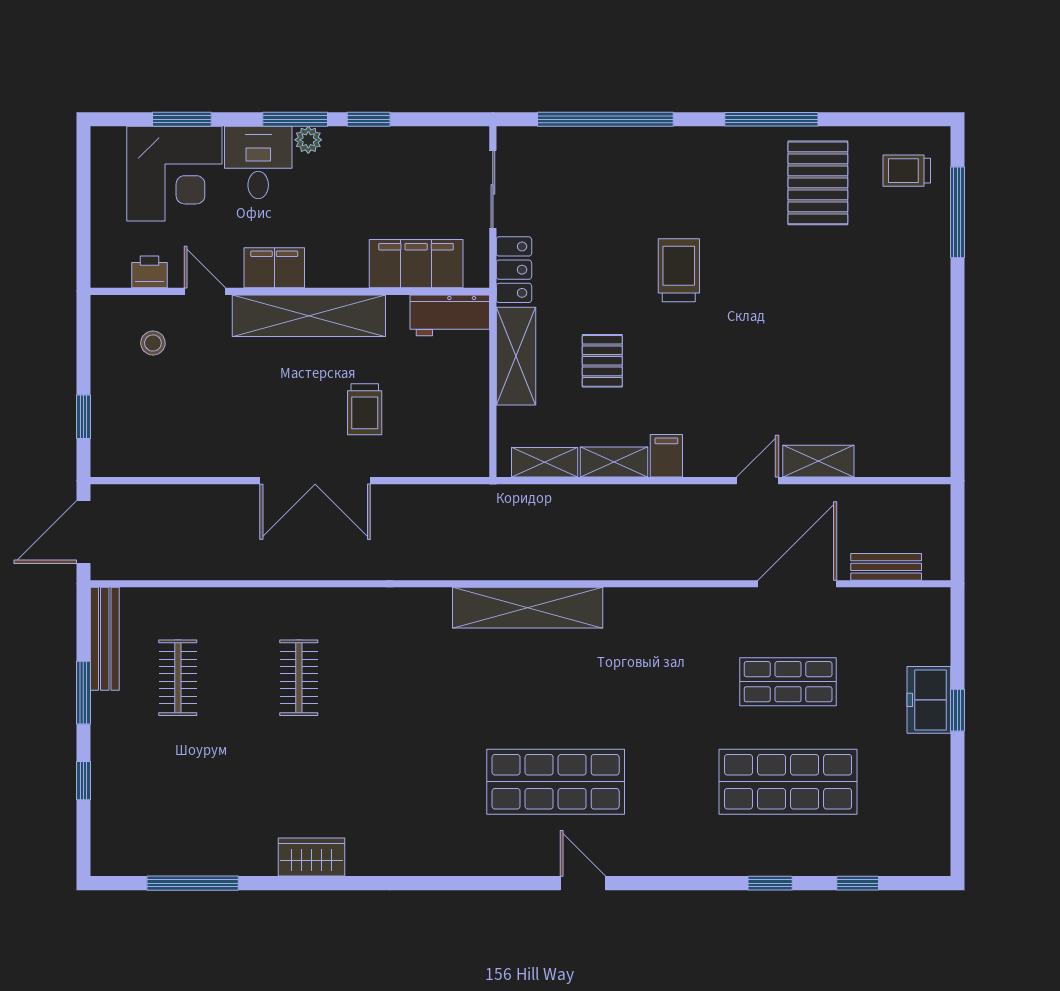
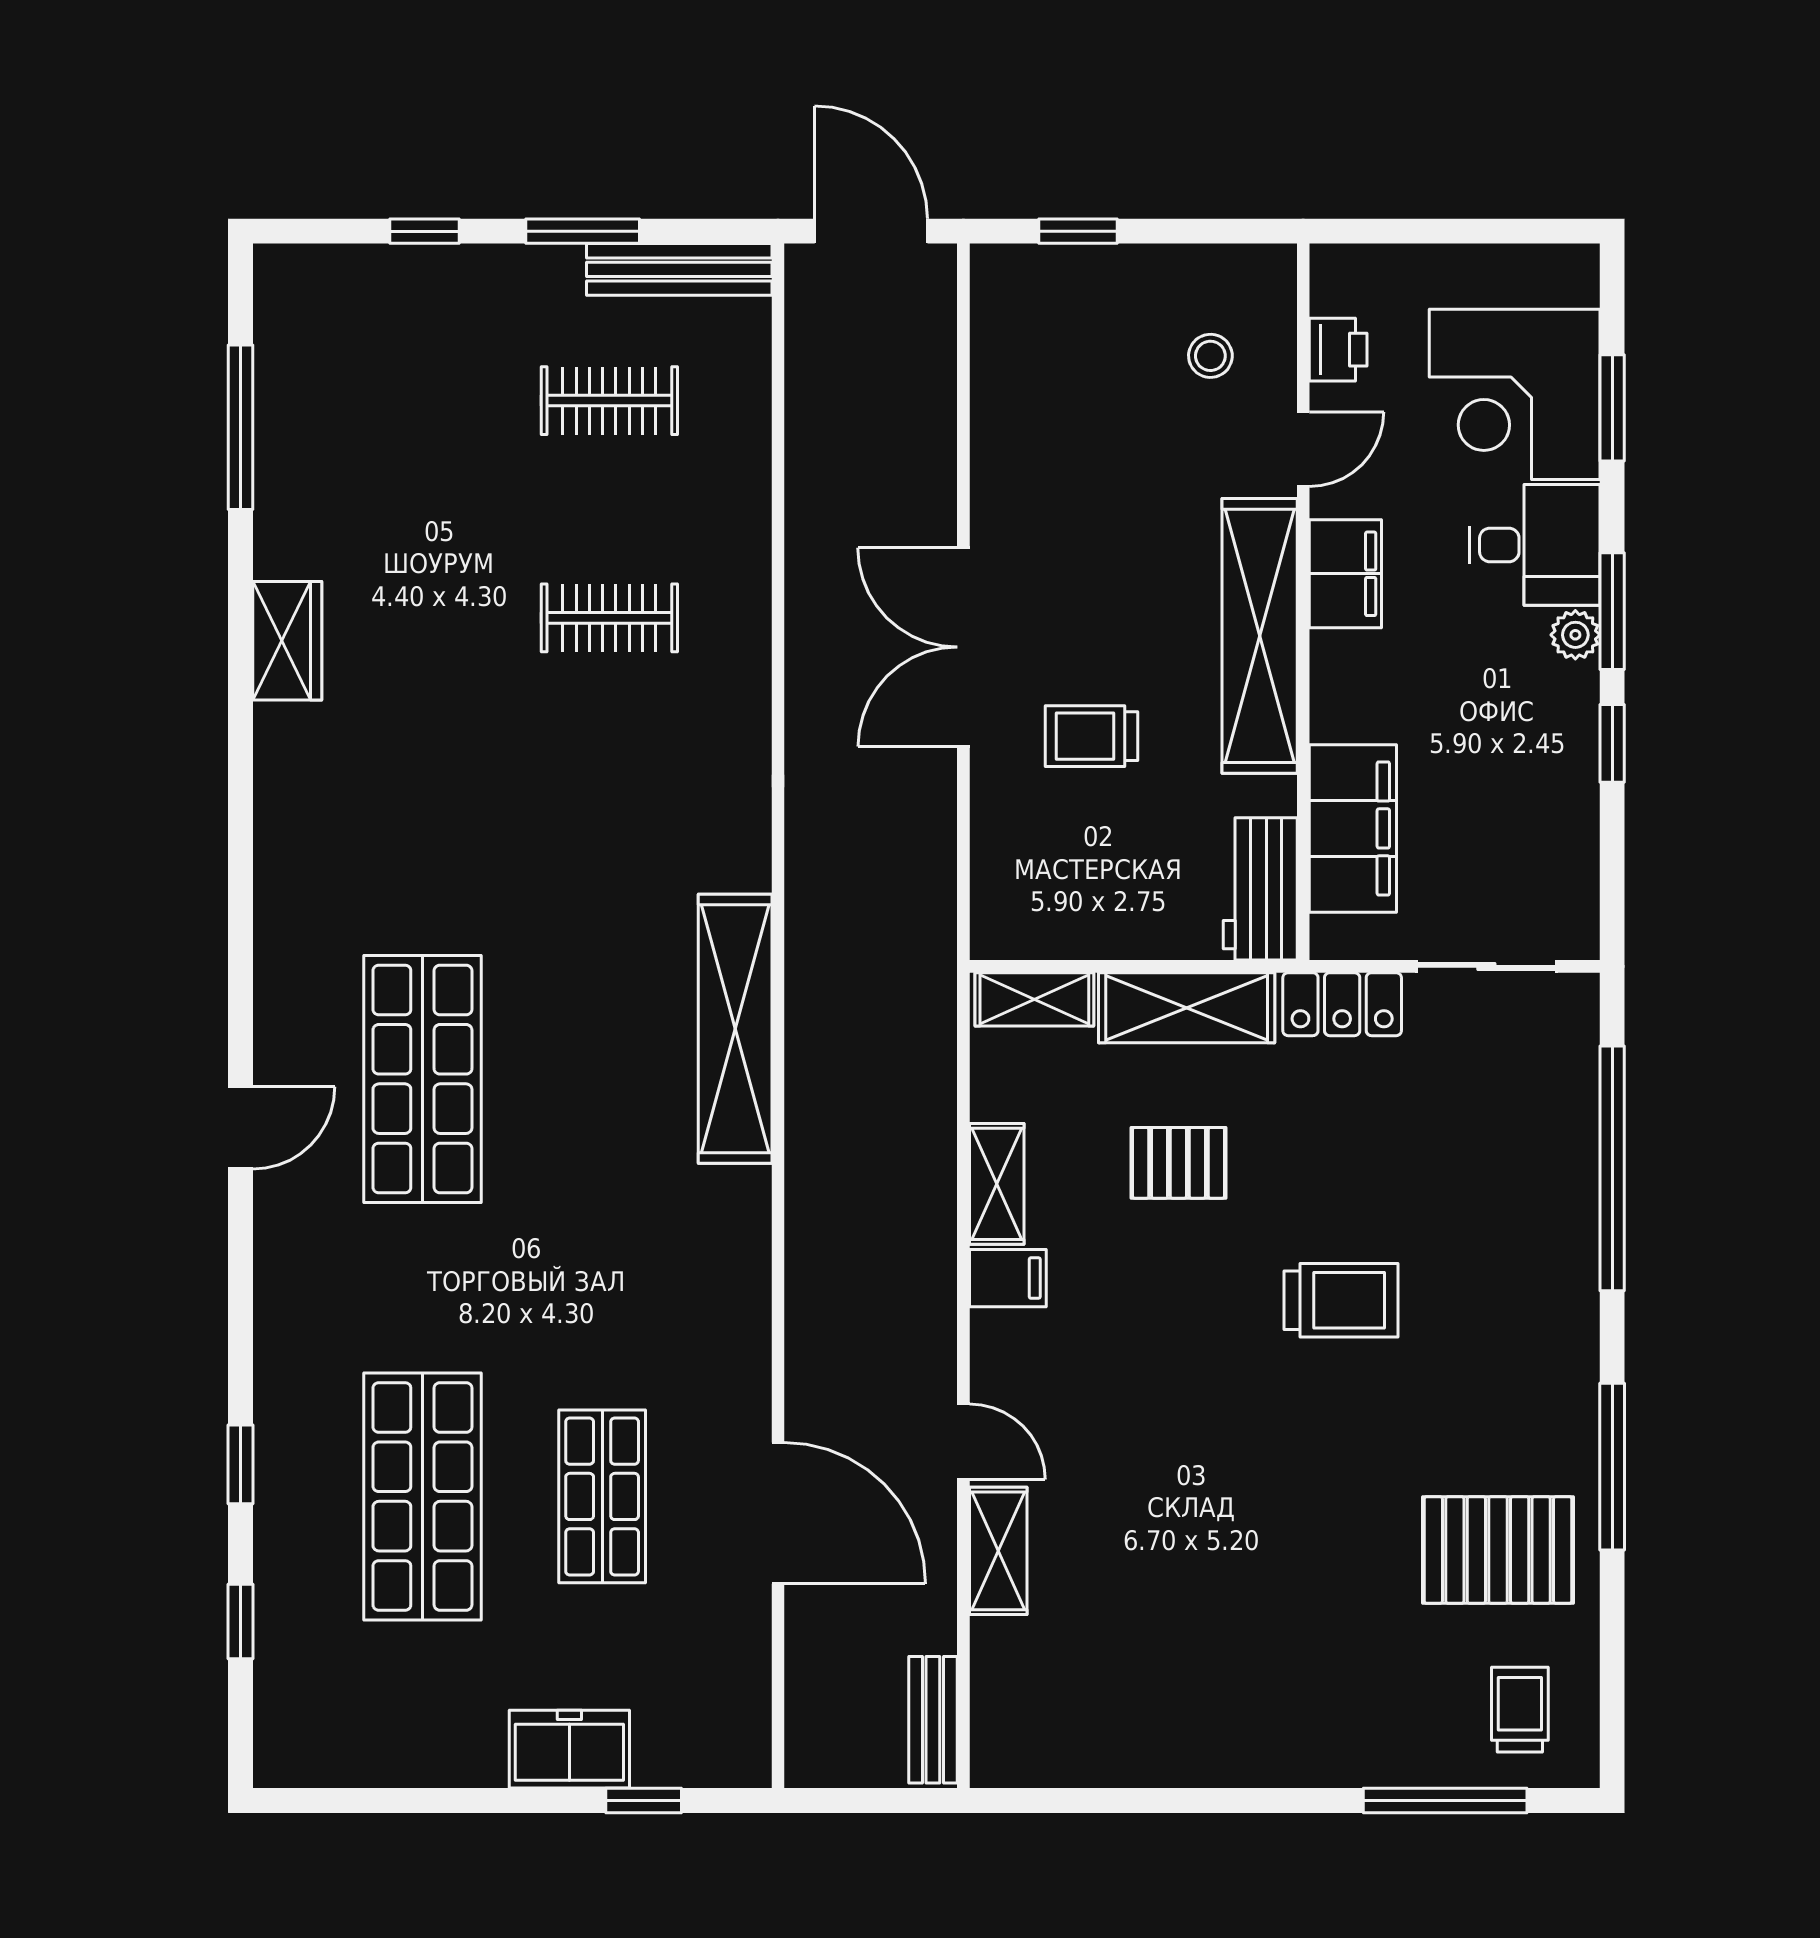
shelving: (545, 462) -> (1034, 999), moved, turned 90
bench: (886, 567) -> (933, 1720), moved
window: (957, 710) -> (644, 1801), moved

